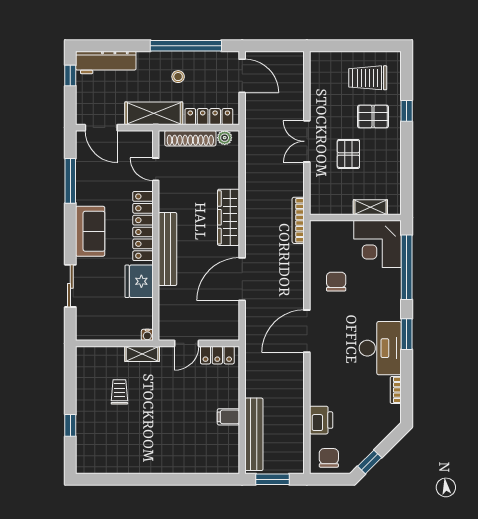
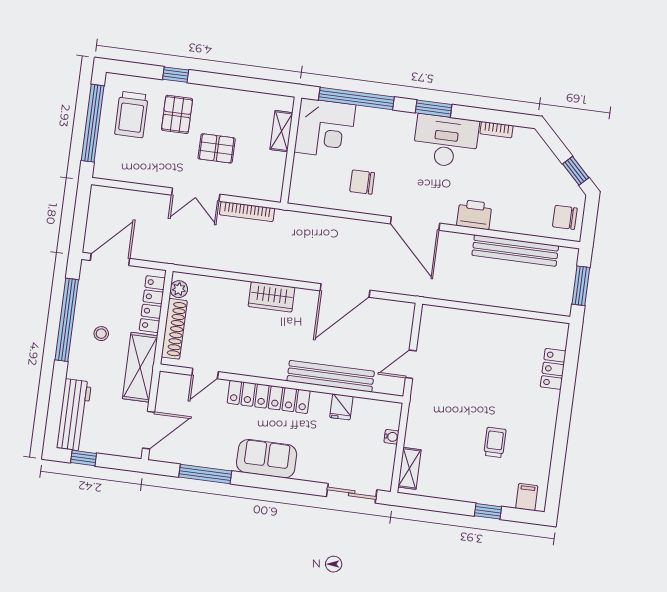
window: (356, 46) -> (93, 123), added
wardrobe: (228, 217) -> (272, 297), width x0.67
bookcase: (298, 220) -> (247, 212), moved
bench: (168, 249) -> (331, 376), moved
door: (242, 279) -> (345, 290), hinge flipped
fridge: (139, 281) -> (341, 407), width x0.53, depth x0.75
sliding door: (70, 286) -> (352, 493), moved
water cooler: (147, 335) -> (391, 437), moved
door: (187, 343) -> (411, 364), swing flipped
shelving: (142, 354) -> (410, 468), moved
locker: (217, 355) -> (553, 369), moved, turned 180
trolley: (119, 392) -> (495, 442), moved, turned 90
filing cabinet: (228, 417) -> (527, 497), moved, turned 180
printer: (321, 420) -> (474, 215), moved
bench: (254, 434) -> (515, 251), moved

